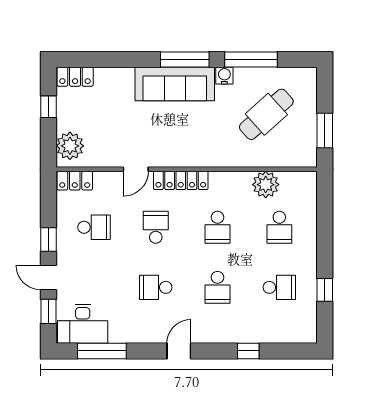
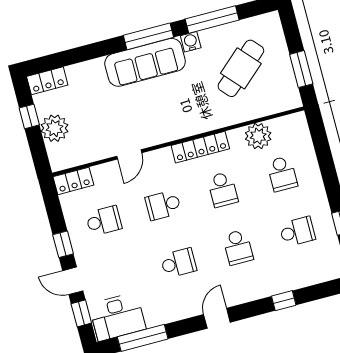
plant: (70, 146) -> (55, 128), moved
locker: (181, 180) -> (200, 147), moved
school desk: (156, 227) -> (163, 205), turned -90
school desk: (156, 287) -> (178, 263), turned 180

